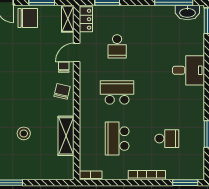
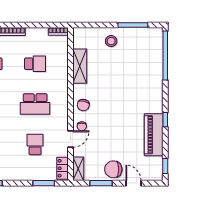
stool: (24, 133) -> (111, 41), moved
school desk: (117, 139) -> (35, 64), width x0.54

